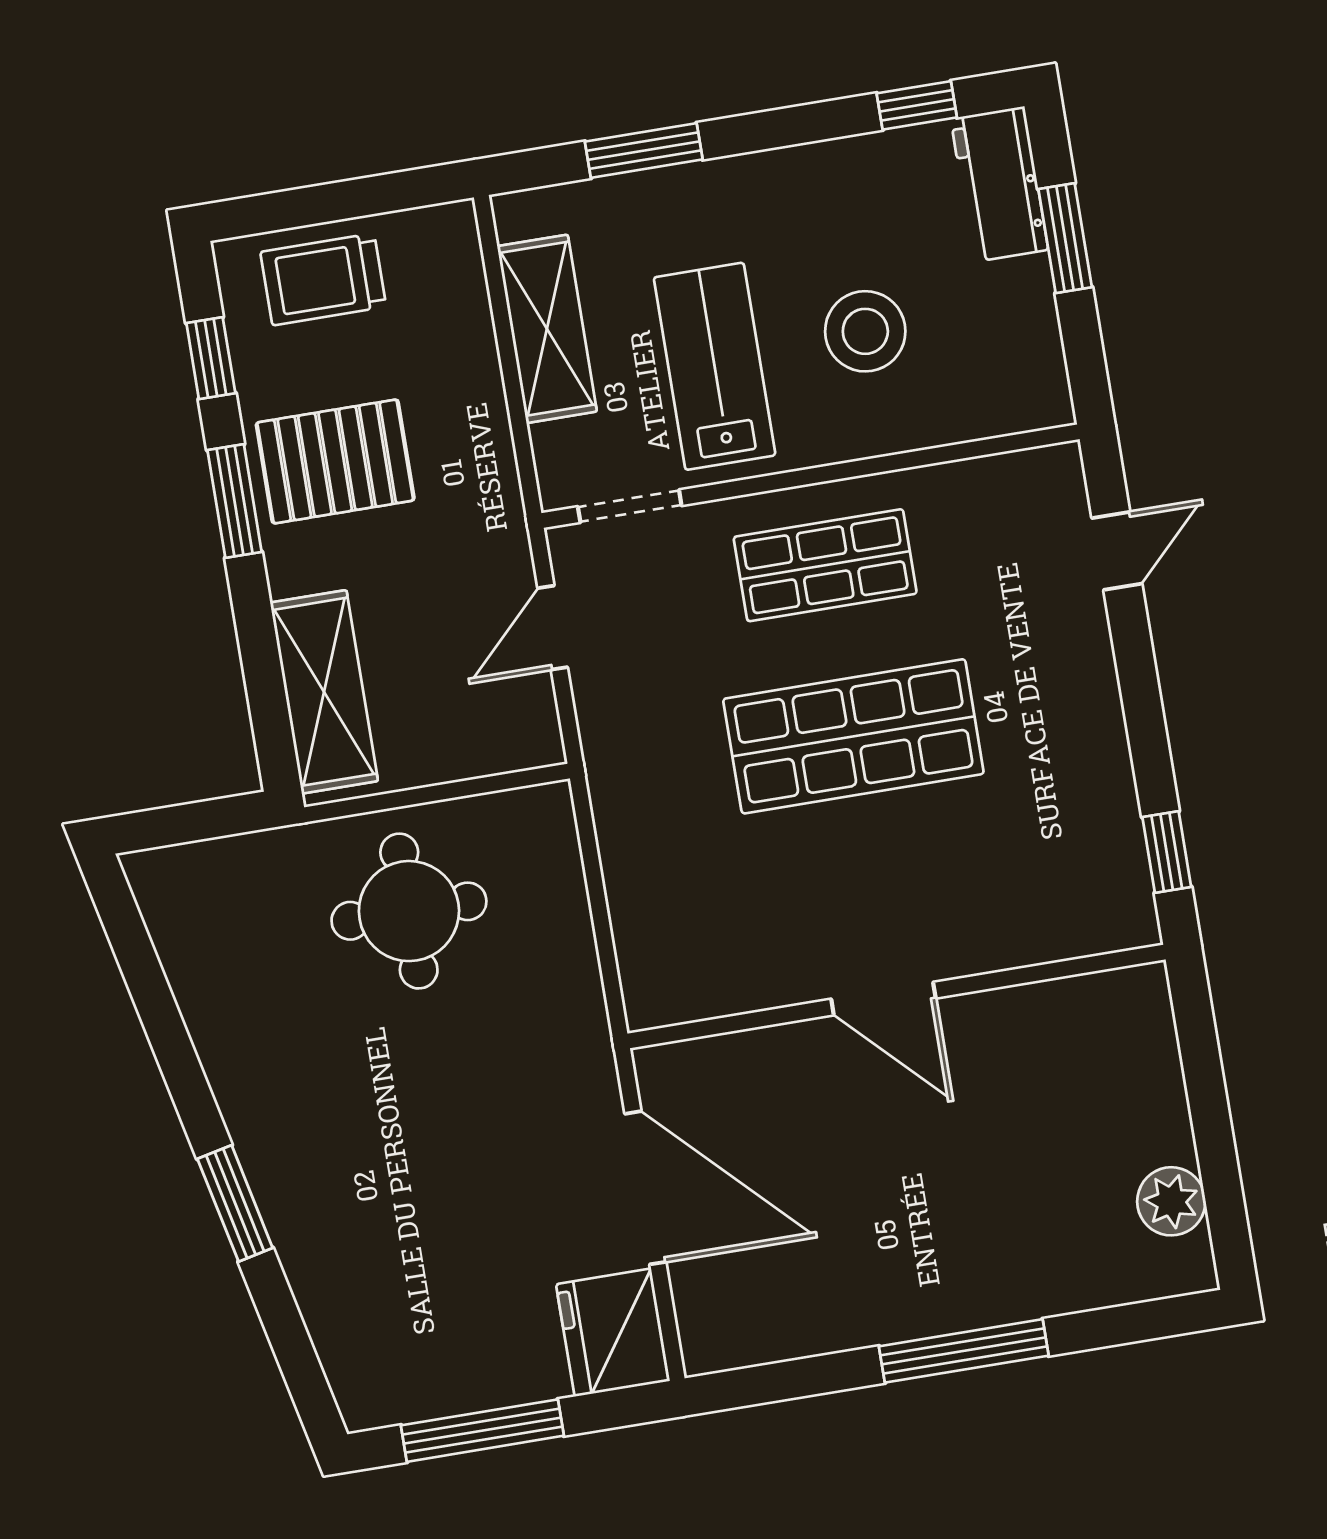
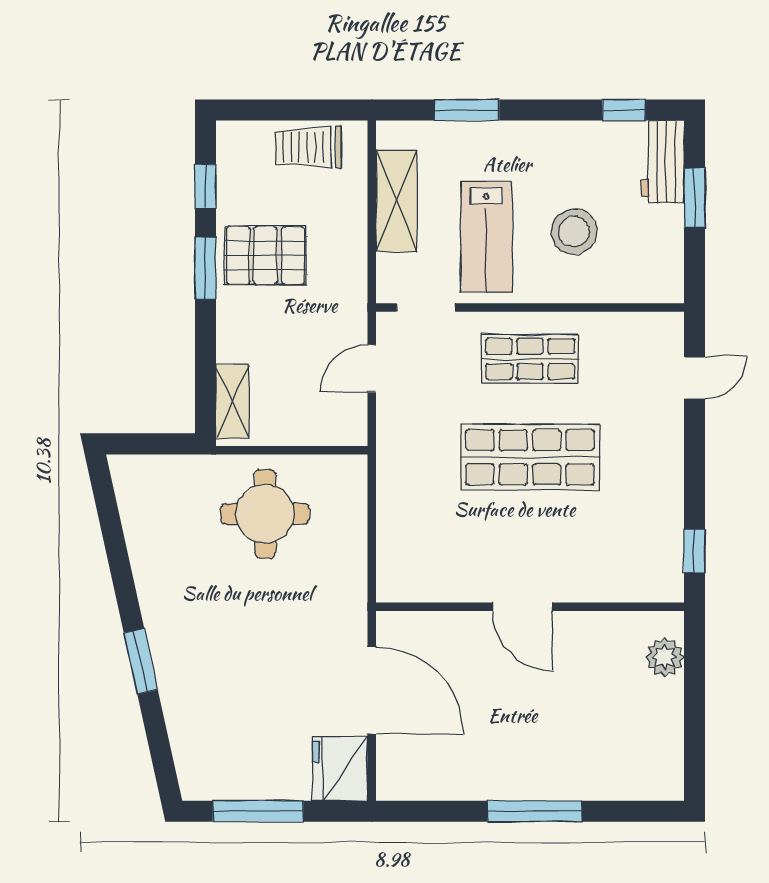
trolley: (323, 279) -> (308, 147), moved
lab bench: (715, 366) -> (487, 237), turned 180
shelving: (324, 692) -> (232, 402), width x0.67, depth x0.75
plant: (1171, 1201) -> (665, 657), moved

